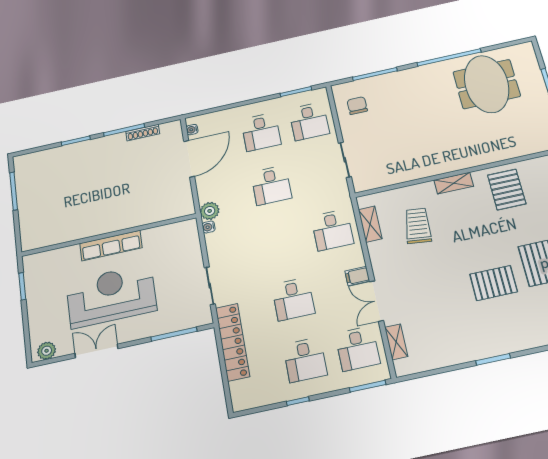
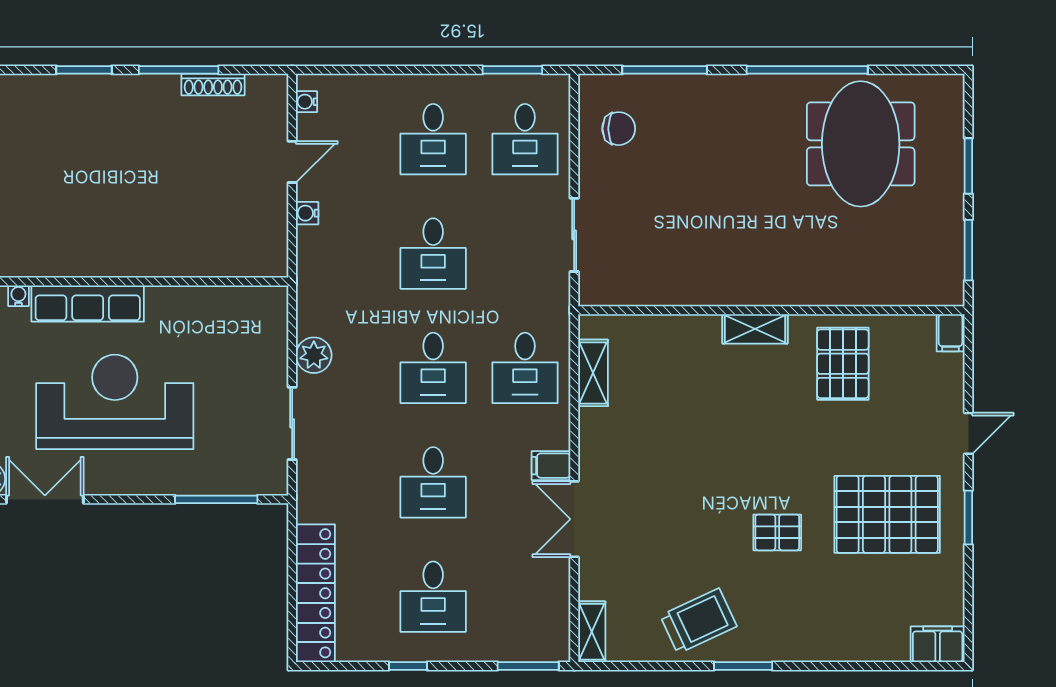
chair: (357, 106) -> (619, 129), turned 90
door: (189, 159) -> (292, 162), width x0.53
plant: (210, 211) -> (314, 355), moved
trolley: (418, 226) -> (698, 621), moved, turned 58
water cooler: (209, 227) -> (307, 213), moved
row of seats: (111, 245) -> (88, 303), moved
water cooler: (53, 254) -> (18, 296), added
pallet: (494, 283) -> (777, 532), width x0.67, depth x0.71
locker: (233, 342) -> (315, 593), moved
shelving: (396, 342) -> (592, 632), moved
desk: (358, 348) -> (433, 368), moved
double door: (96, 351) -> (45, 499), moved

